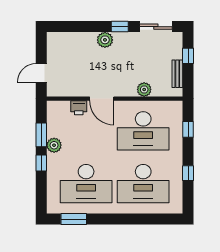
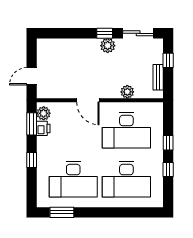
plant: (105, 40) -> (108, 46), moved
printer: (79, 108) -> (43, 128), moved, turned -90
window: (188, 129) -> (168, 143), moved
window: (41, 135) -> (32, 124), moved
plant: (54, 145) -> (44, 113), moved

